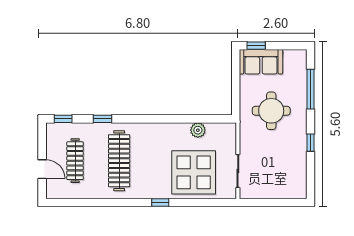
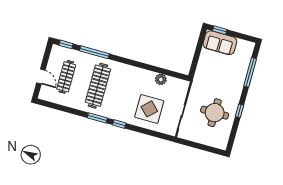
round table: (271, 111) -> (215, 113), moved
window: (102, 119) -> (94, 52), width x2.17
display table: (194, 172) -> (149, 109), width x0.73, depth x0.73
window: (130, 202) -> (97, 118), added

